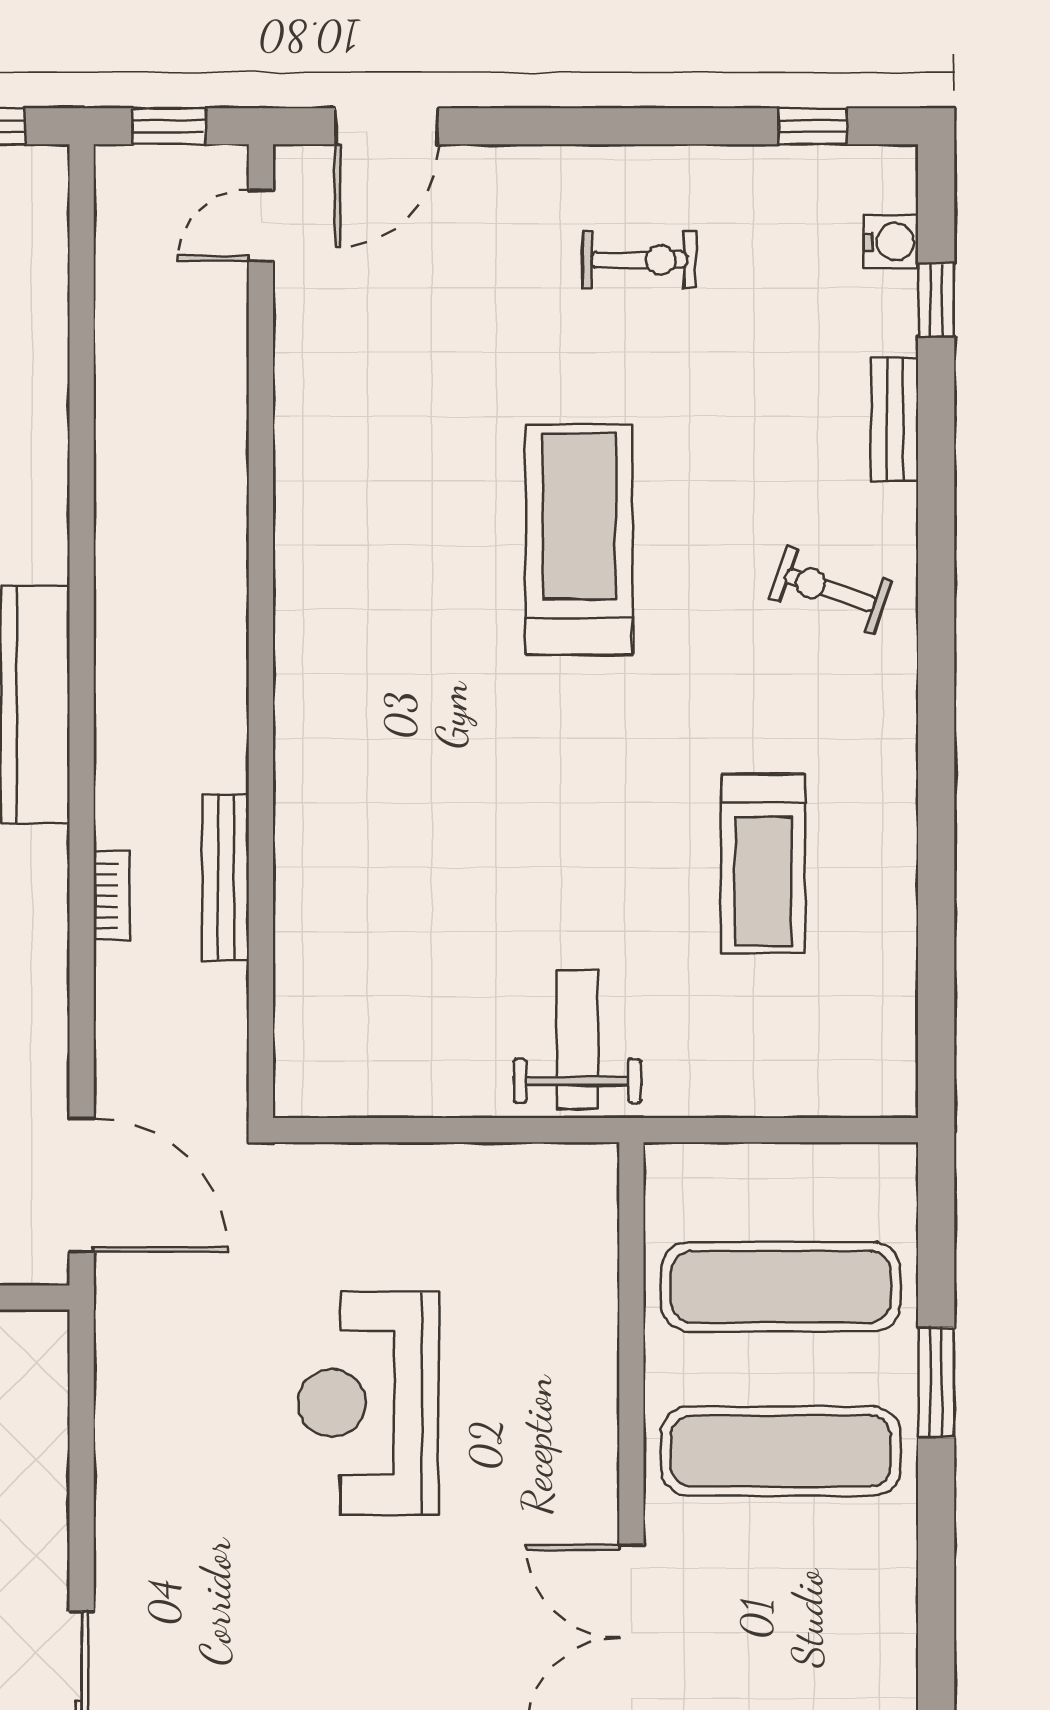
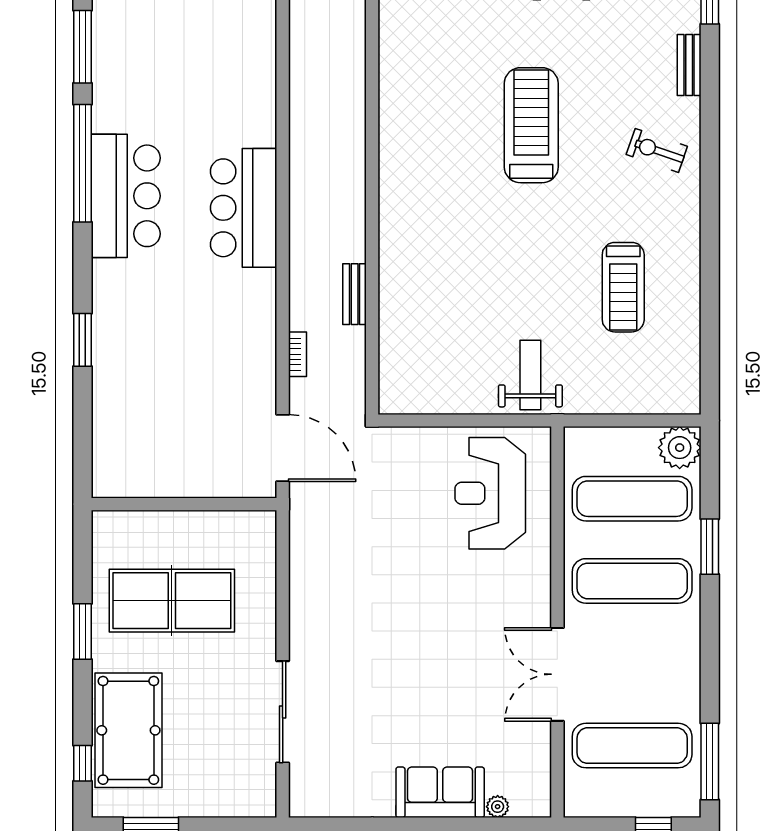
bench: (226, 877) -> (355, 294), width x0.73
bookcase: (112, 896) -> (298, 354), moved
plant: (876, 1184) -> (680, 448), added
reception desk: (368, 1403) -> (490, 493), moved

